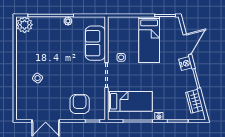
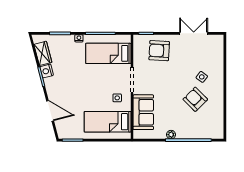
plant: (25, 25) -> (215, 131), removed
bed: (149, 40) -> (108, 122), moved, turned -90
door: (187, 44) -> (50, 111), swing flipped
armchair: (44, 56) -> (195, 99), added
nightstand: (185, 63) -> (47, 71), moved
armchair: (80, 104) -> (159, 51), turned 93

